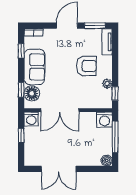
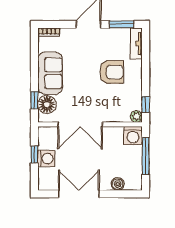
window: (21, 51) -> (34, 54), removed
plant: (107, 84) -> (136, 117), moved
washing machine: (31, 119) -> (46, 159), moved, turned -90
boiler: (107, 161) -> (118, 184), moved
double door: (59, 169) -> (79, 194), swing flipped

